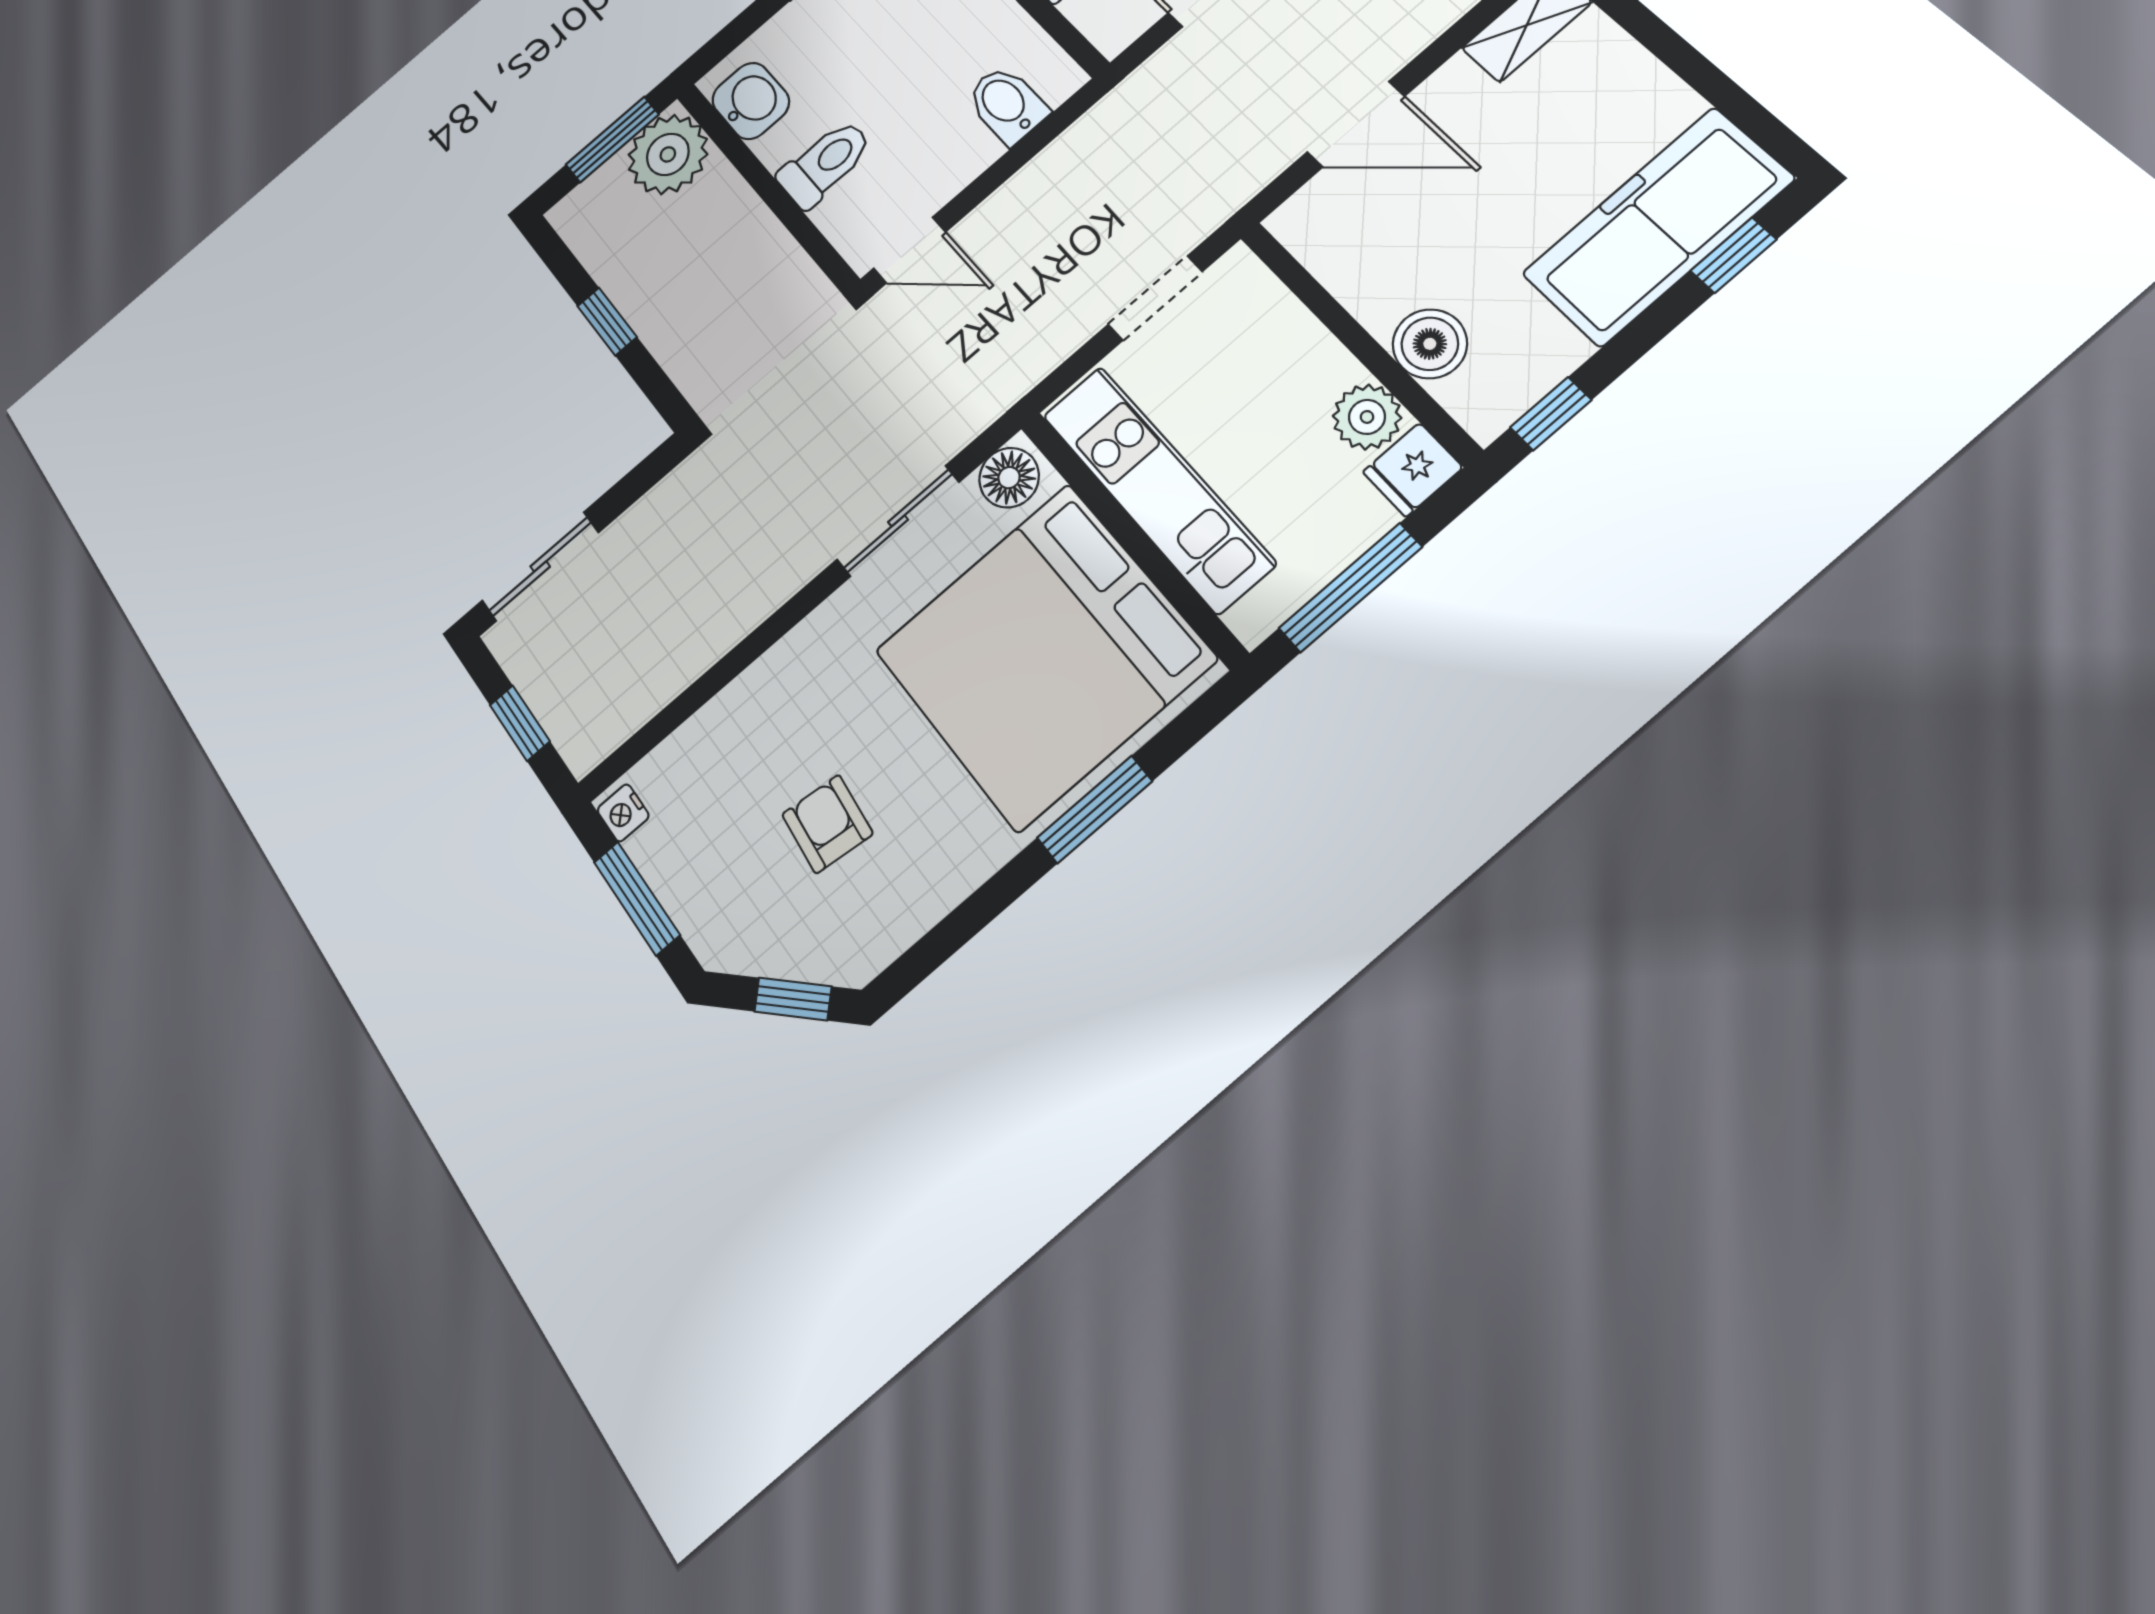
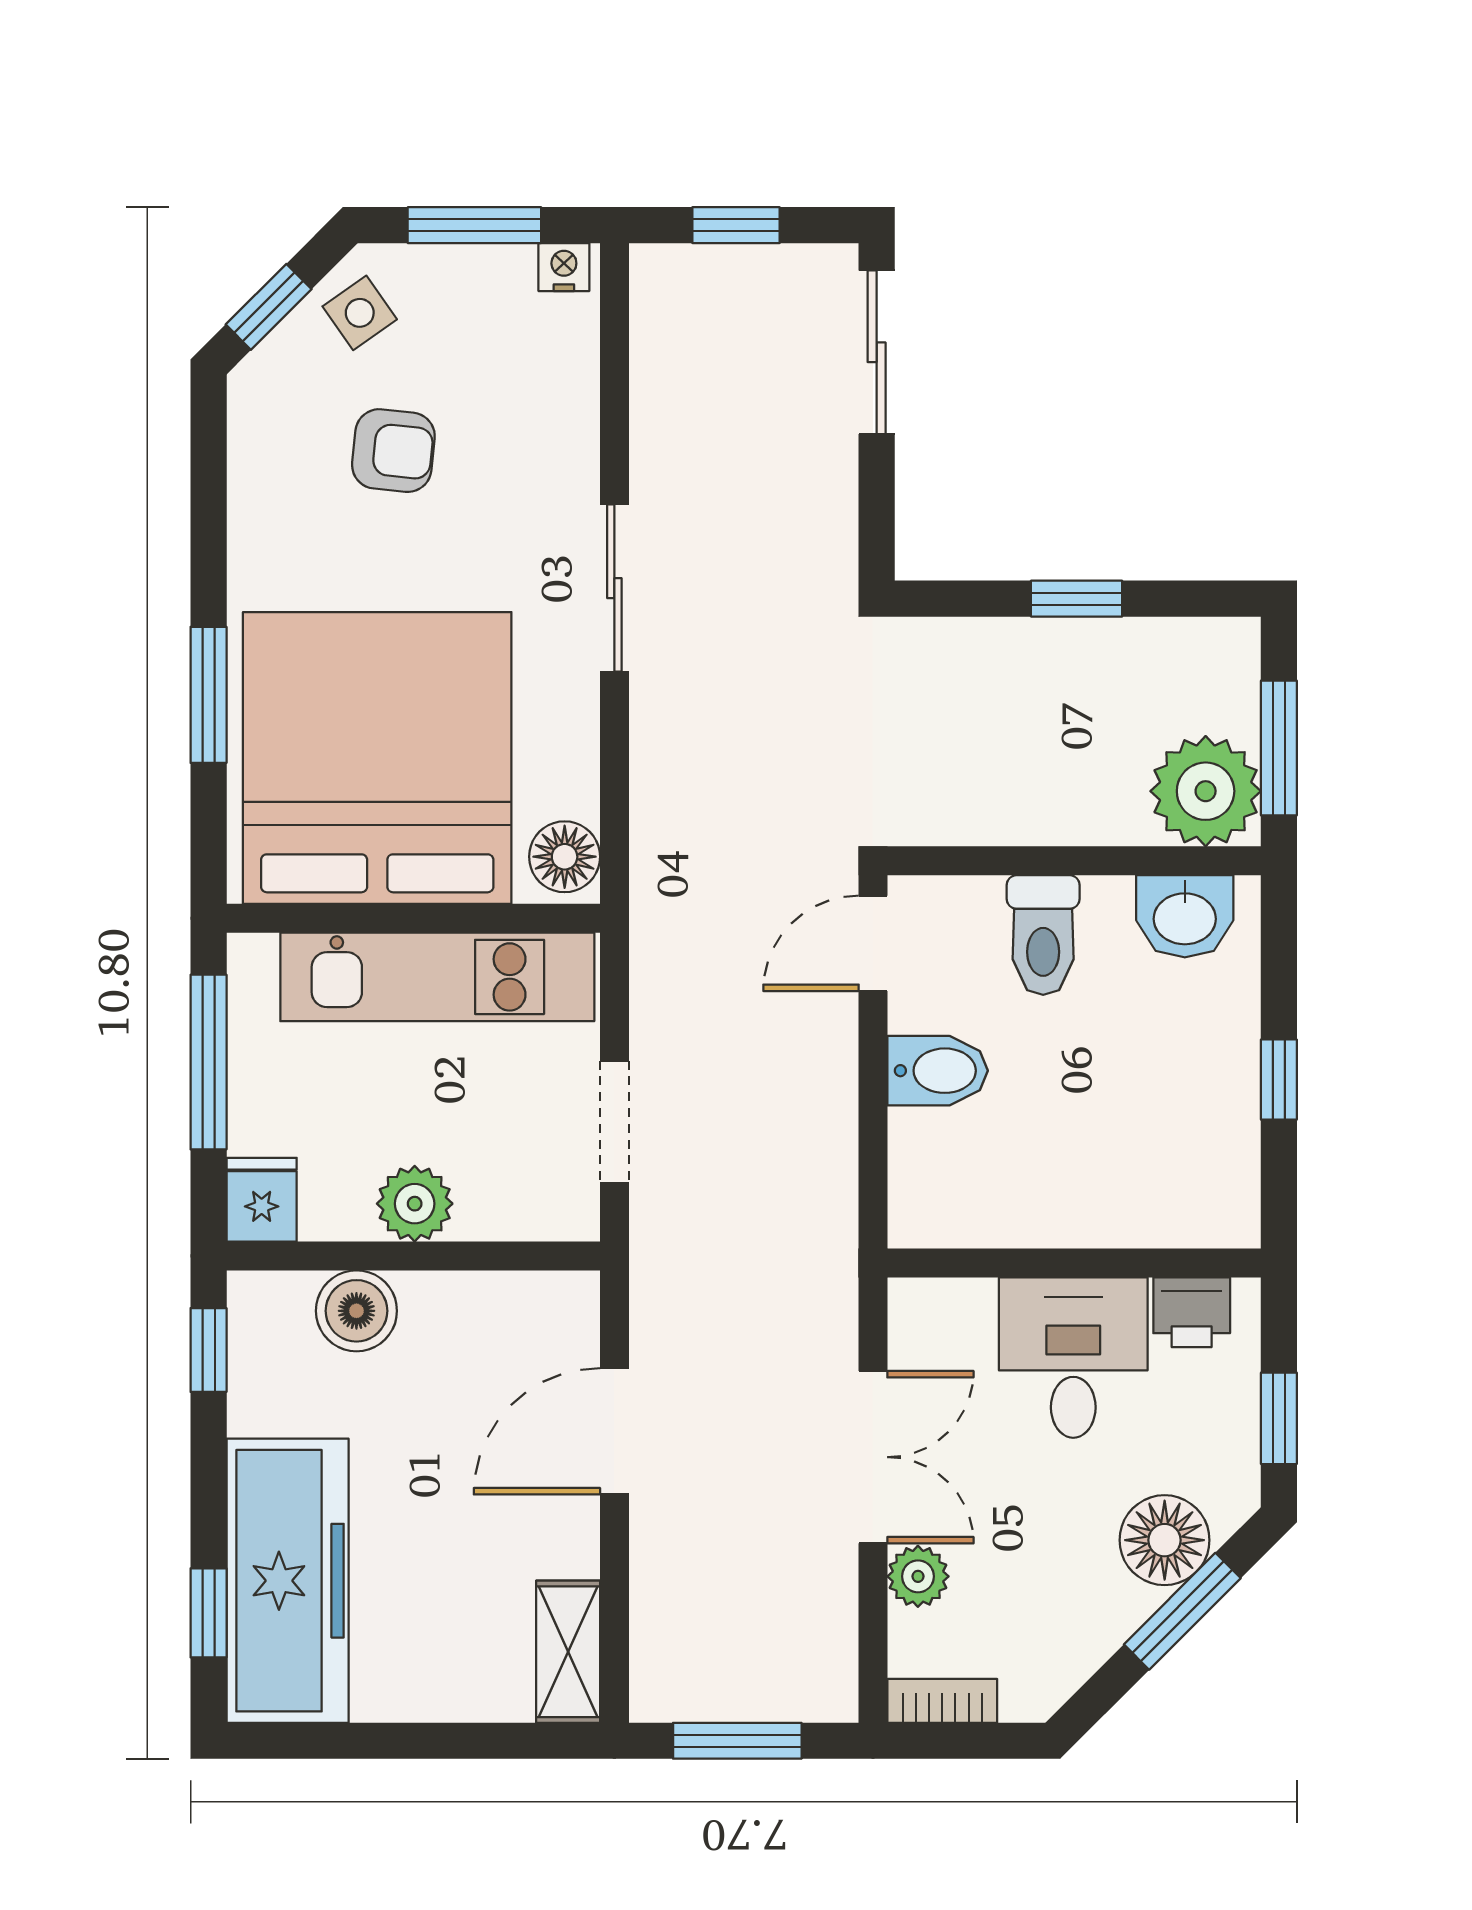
bidet: (1007, 104) -> (938, 1071), moved
plant: (1367, 417) -> (415, 1204), moved
sliding door: (898, 521) -> (614, 588), moved
side table: (751, 929) -> (360, 313), added

